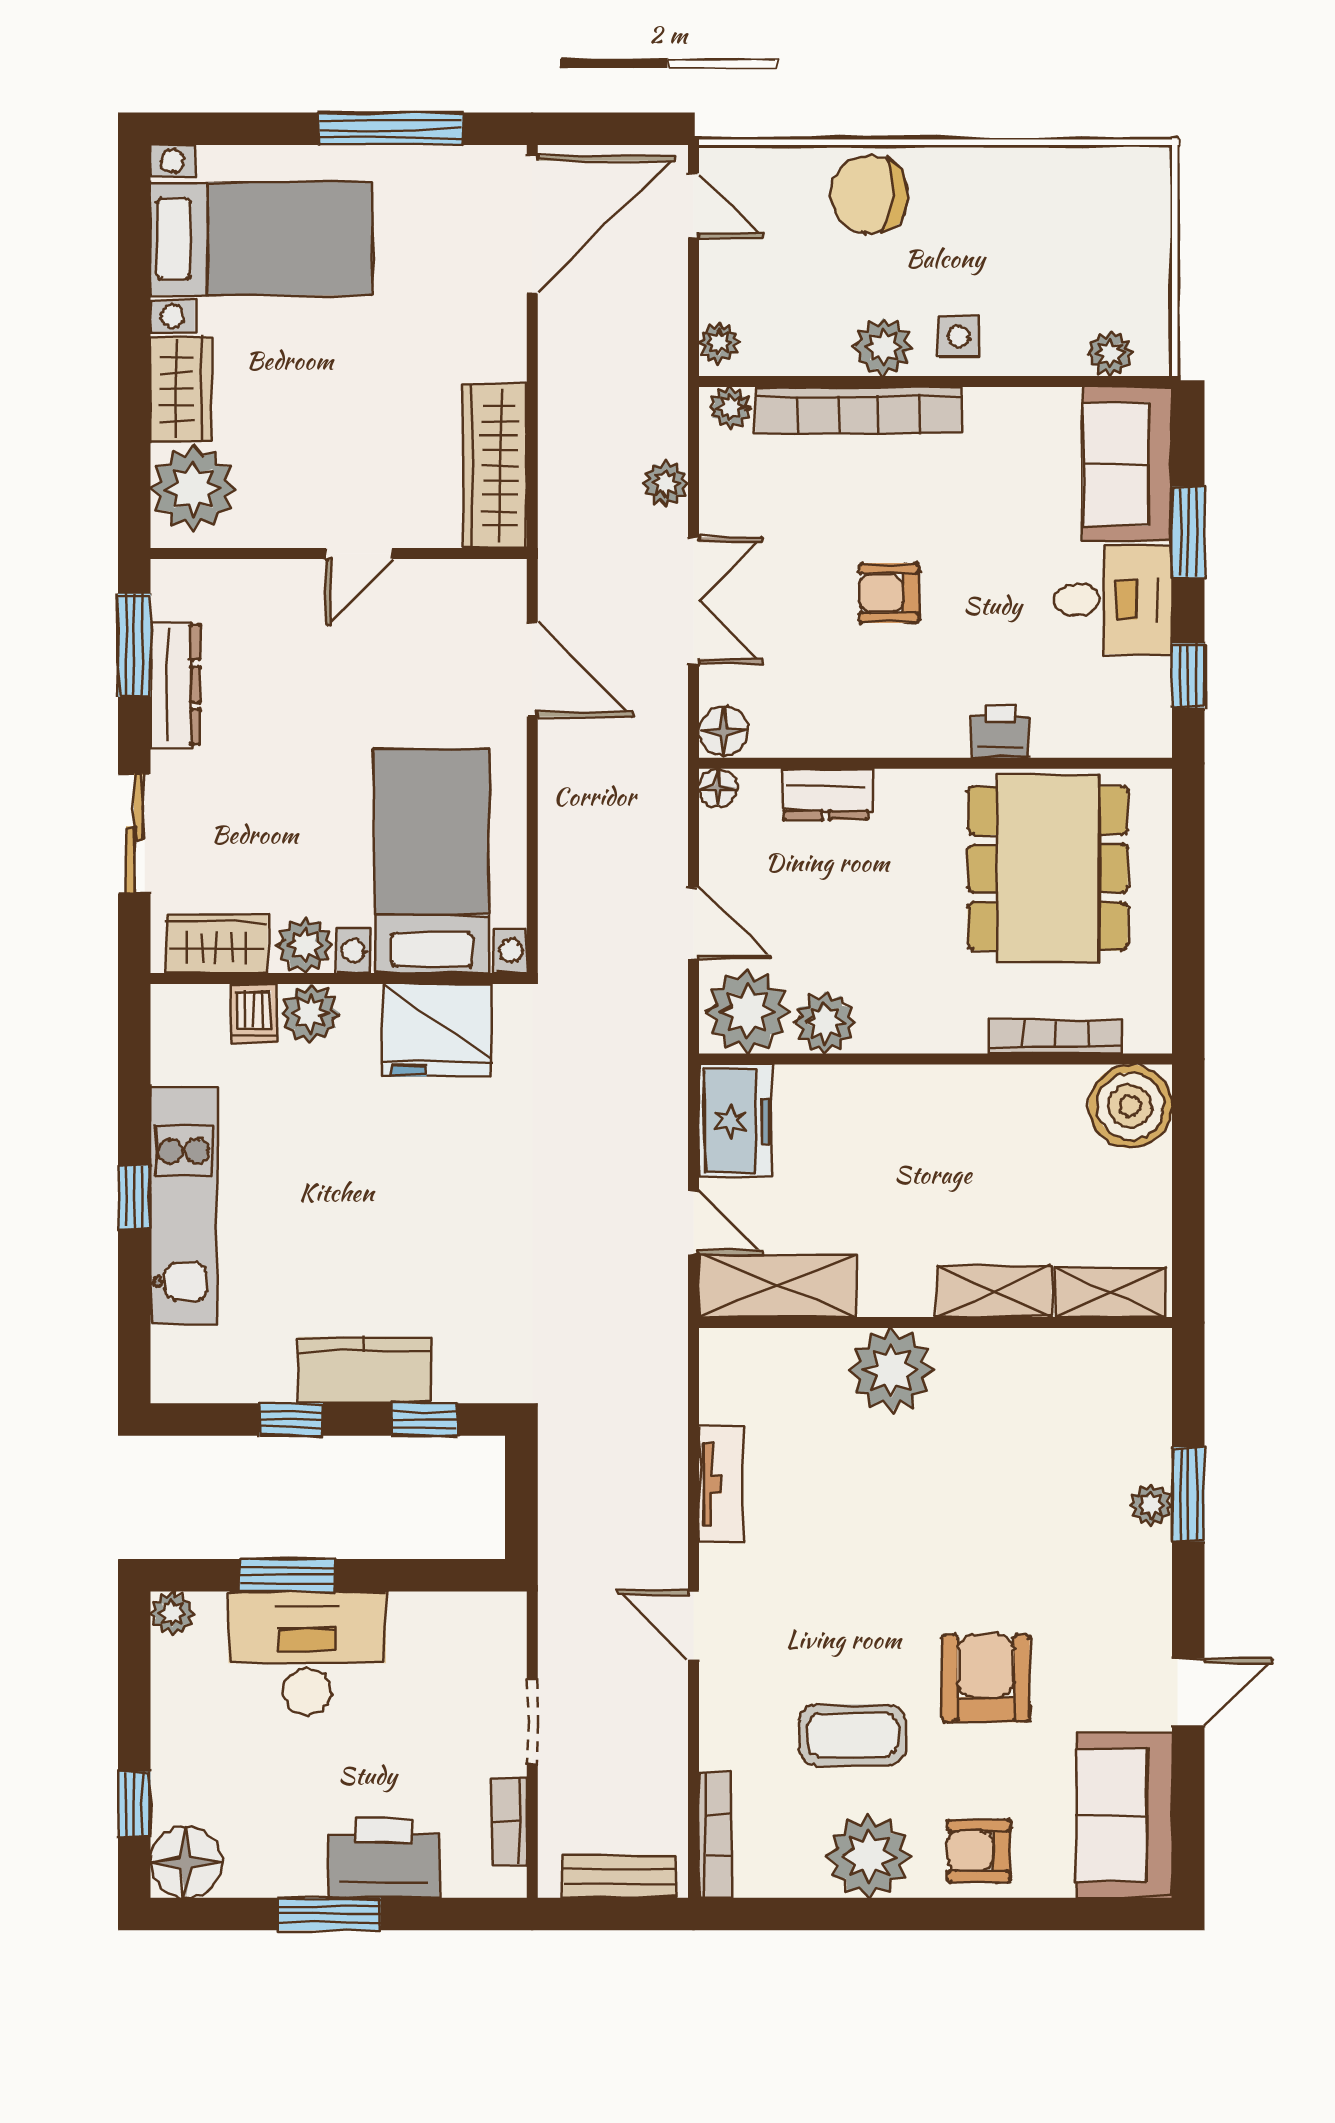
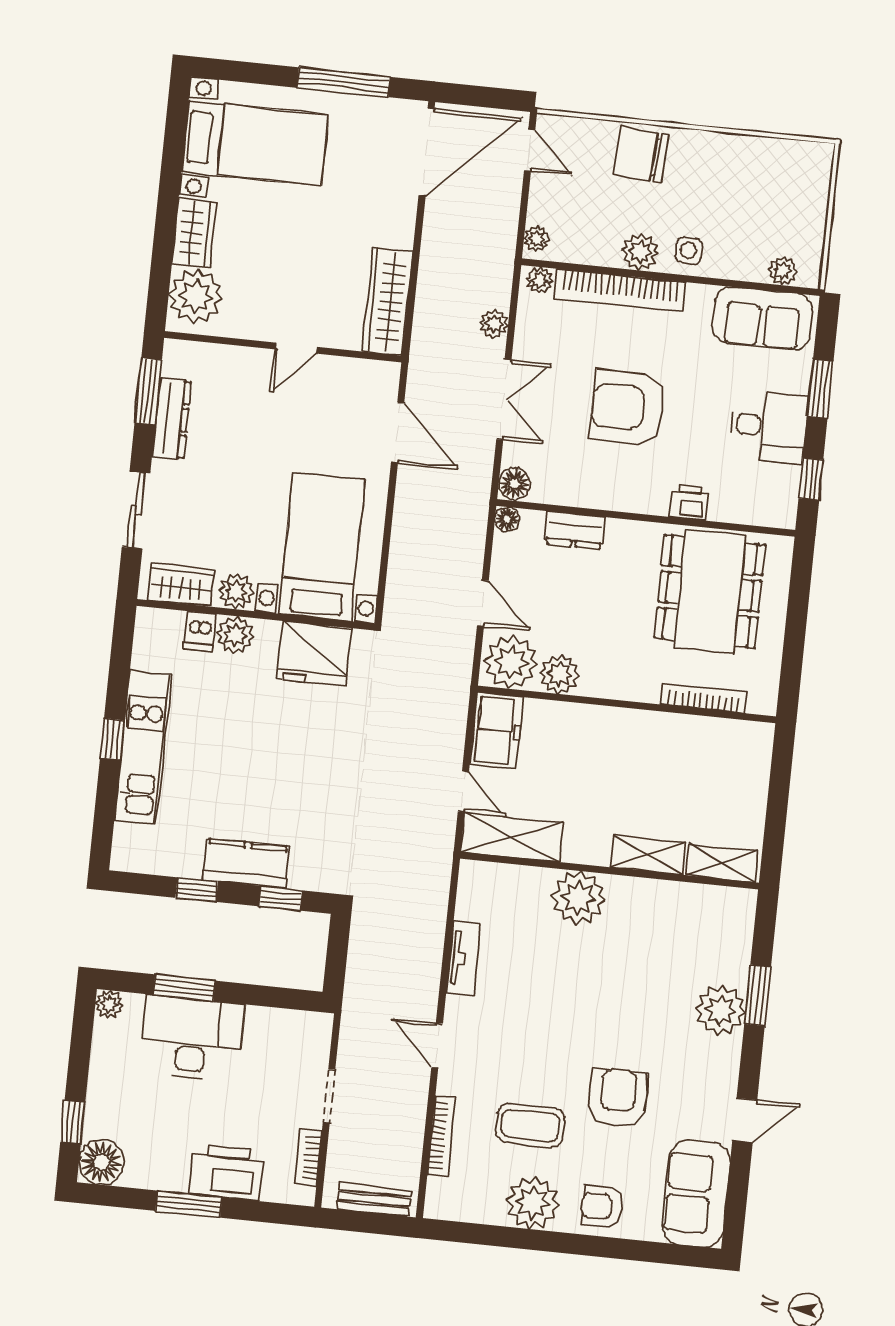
sofa: (1127, 464) -> (762, 318), moved, turned -90
armchair: (889, 593) -> (628, 408), width x1.88, depth x1.88
boiler: (1130, 1106) -> (746, 747), removed
plant: (1151, 1505) -> (721, 1010), width x1.88, depth x1.88
bookcase: (715, 1835) -> (441, 1136), moved

